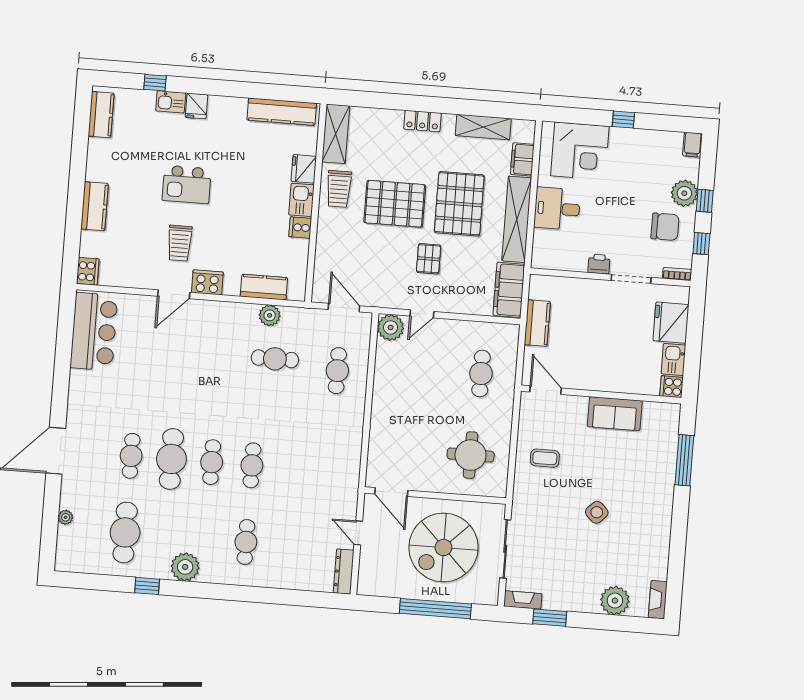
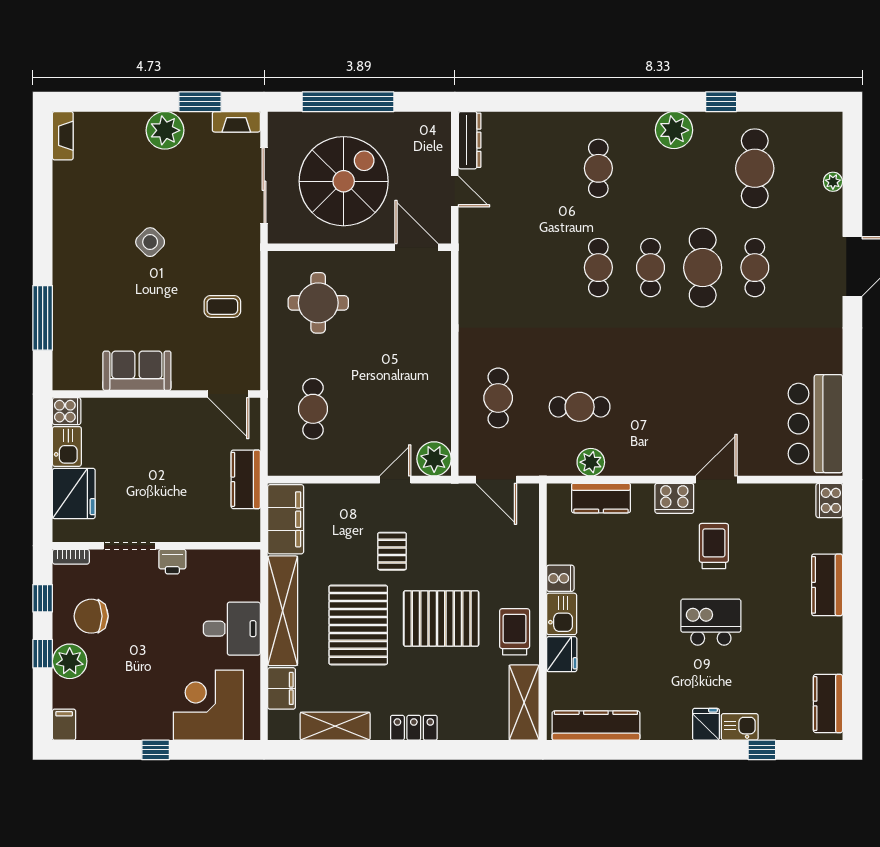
plant: (615, 601) -> (165, 130), moved

